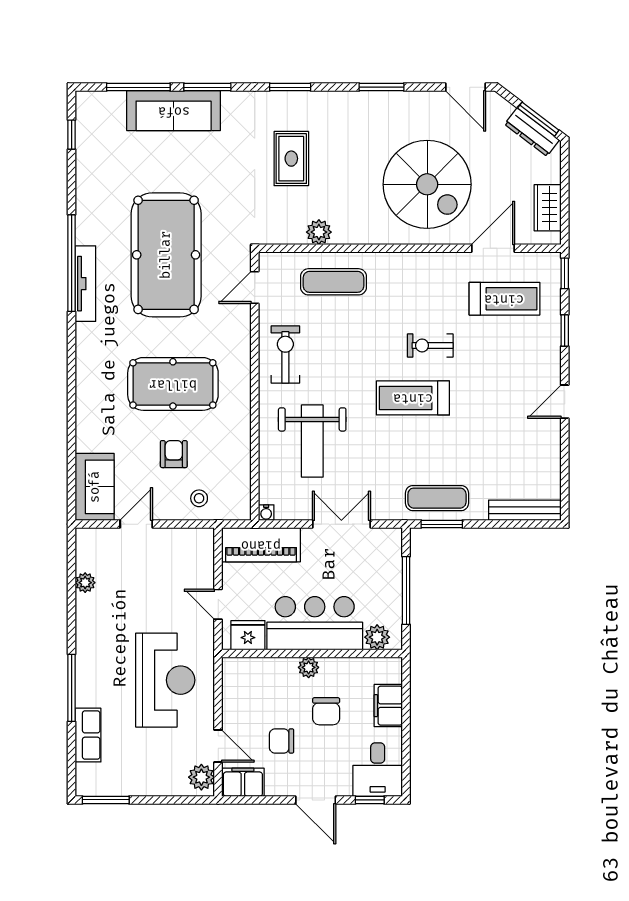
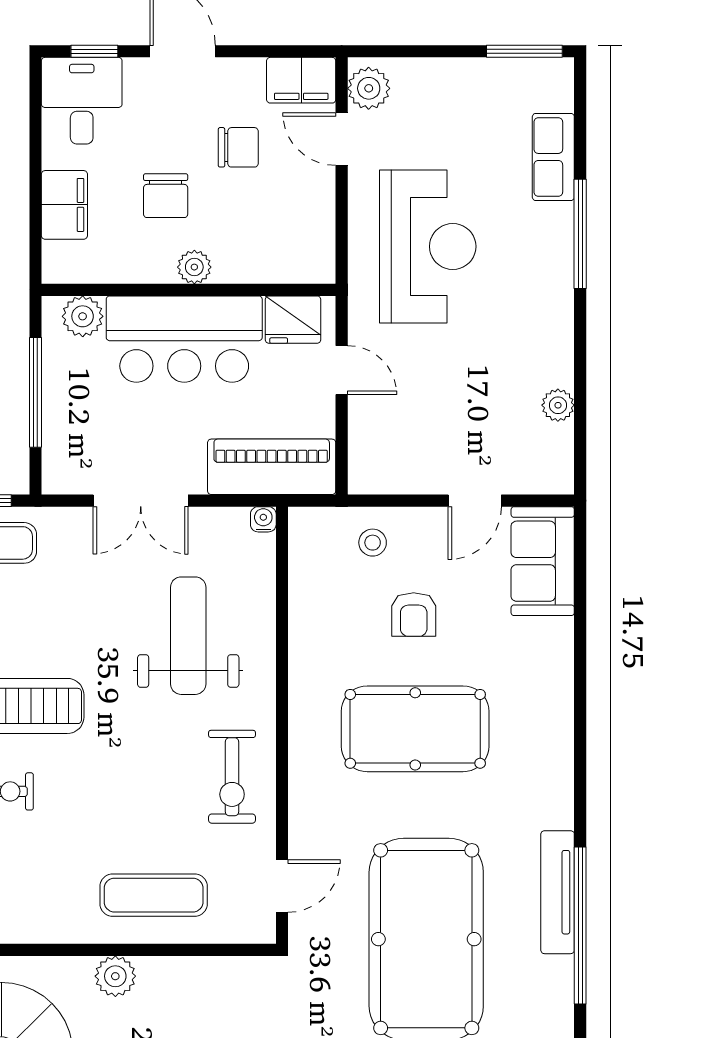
plant: (319, 232) -> (115, 976), moved
reception desk: (165, 680) -> (428, 246), turned 180
chair: (326, 711) -> (166, 196), turned 180

